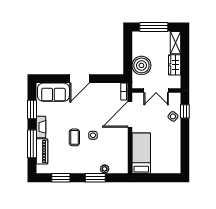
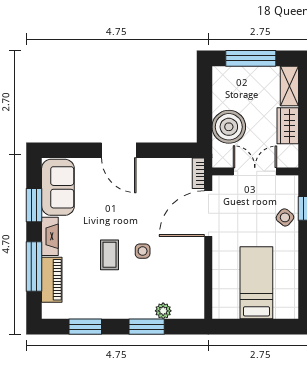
door: (80, 79) -> (119, 150), hinge flipped
double door: (156, 91) -> (255, 171), swing flipped
sofa: (53, 92) -> (58, 187), moved, turned -90
bed: (141, 153) -> (256, 283), moved

